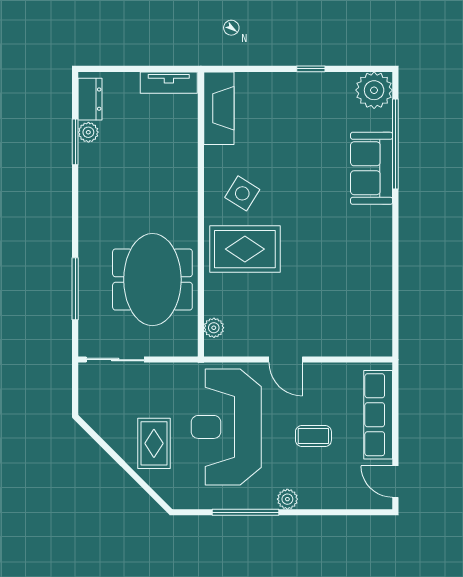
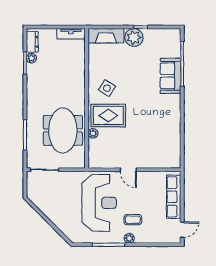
plant: (374, 90) -> (134, 37), moved
fireplace: (219, 108) -> (106, 36), moved, turned 90
plant: (214, 328) -> (93, 133), moved
reception desk: (226, 427) -> (99, 203), turned 180
coffee table: (313, 436) -> (133, 220), moved
rug: (154, 443) -> (64, 211), removed
door: (395, 482) -> (182, 230), swing flipped

